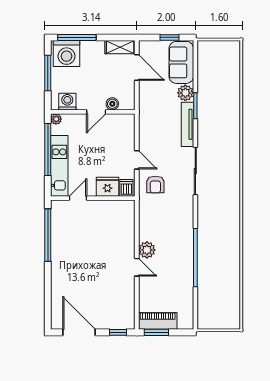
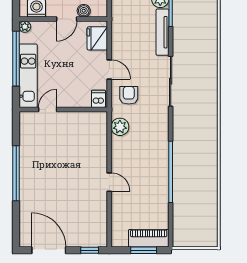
armchair: (155, 185) -> (129, 95), turned 180
fridge: (108, 187) -> (97, 38), moved, turned -90
window: (48, 235) -> (16, 173), moved
plant: (147, 250) -> (120, 127), moved
piano: (158, 321) -> (149, 238), moved
window: (156, 332) -> (144, 250), moved

